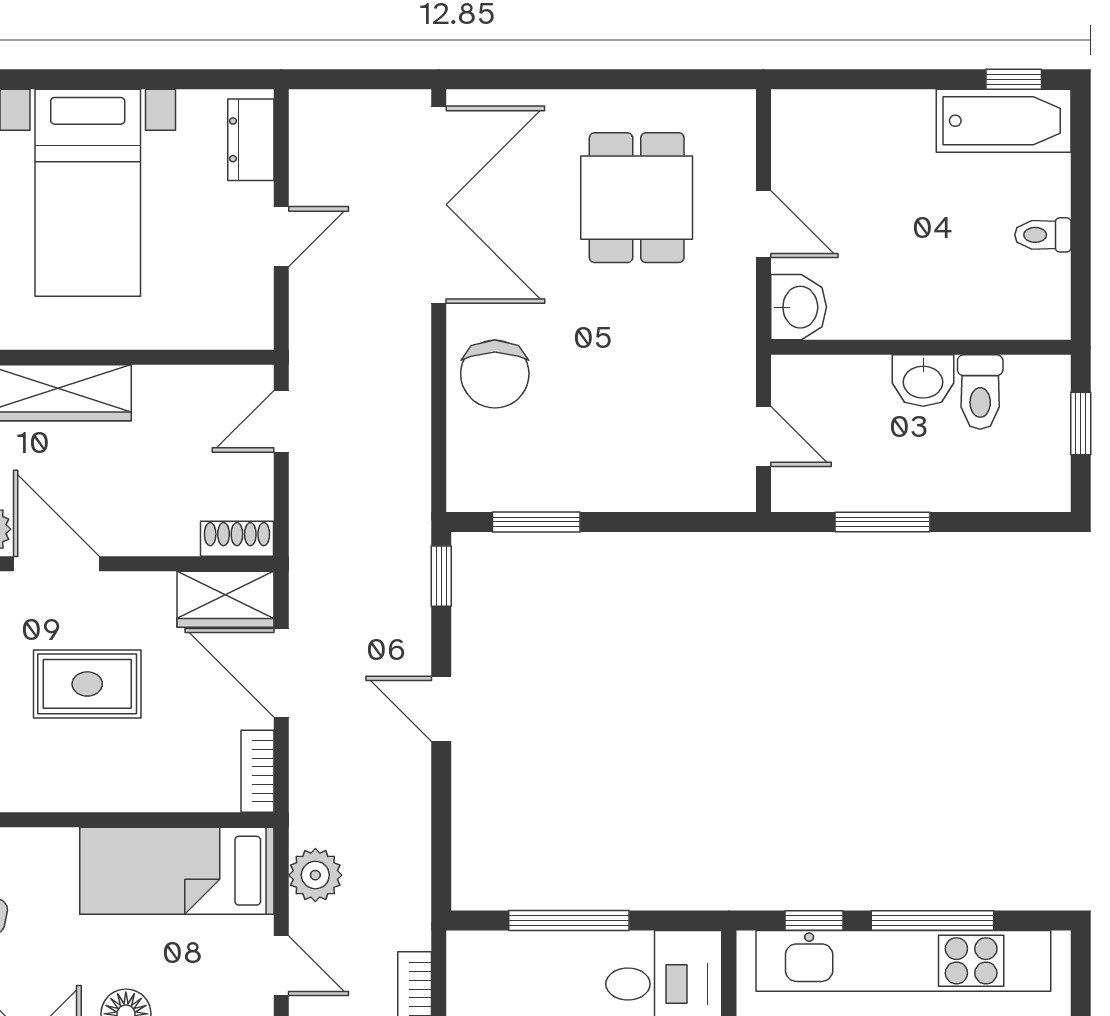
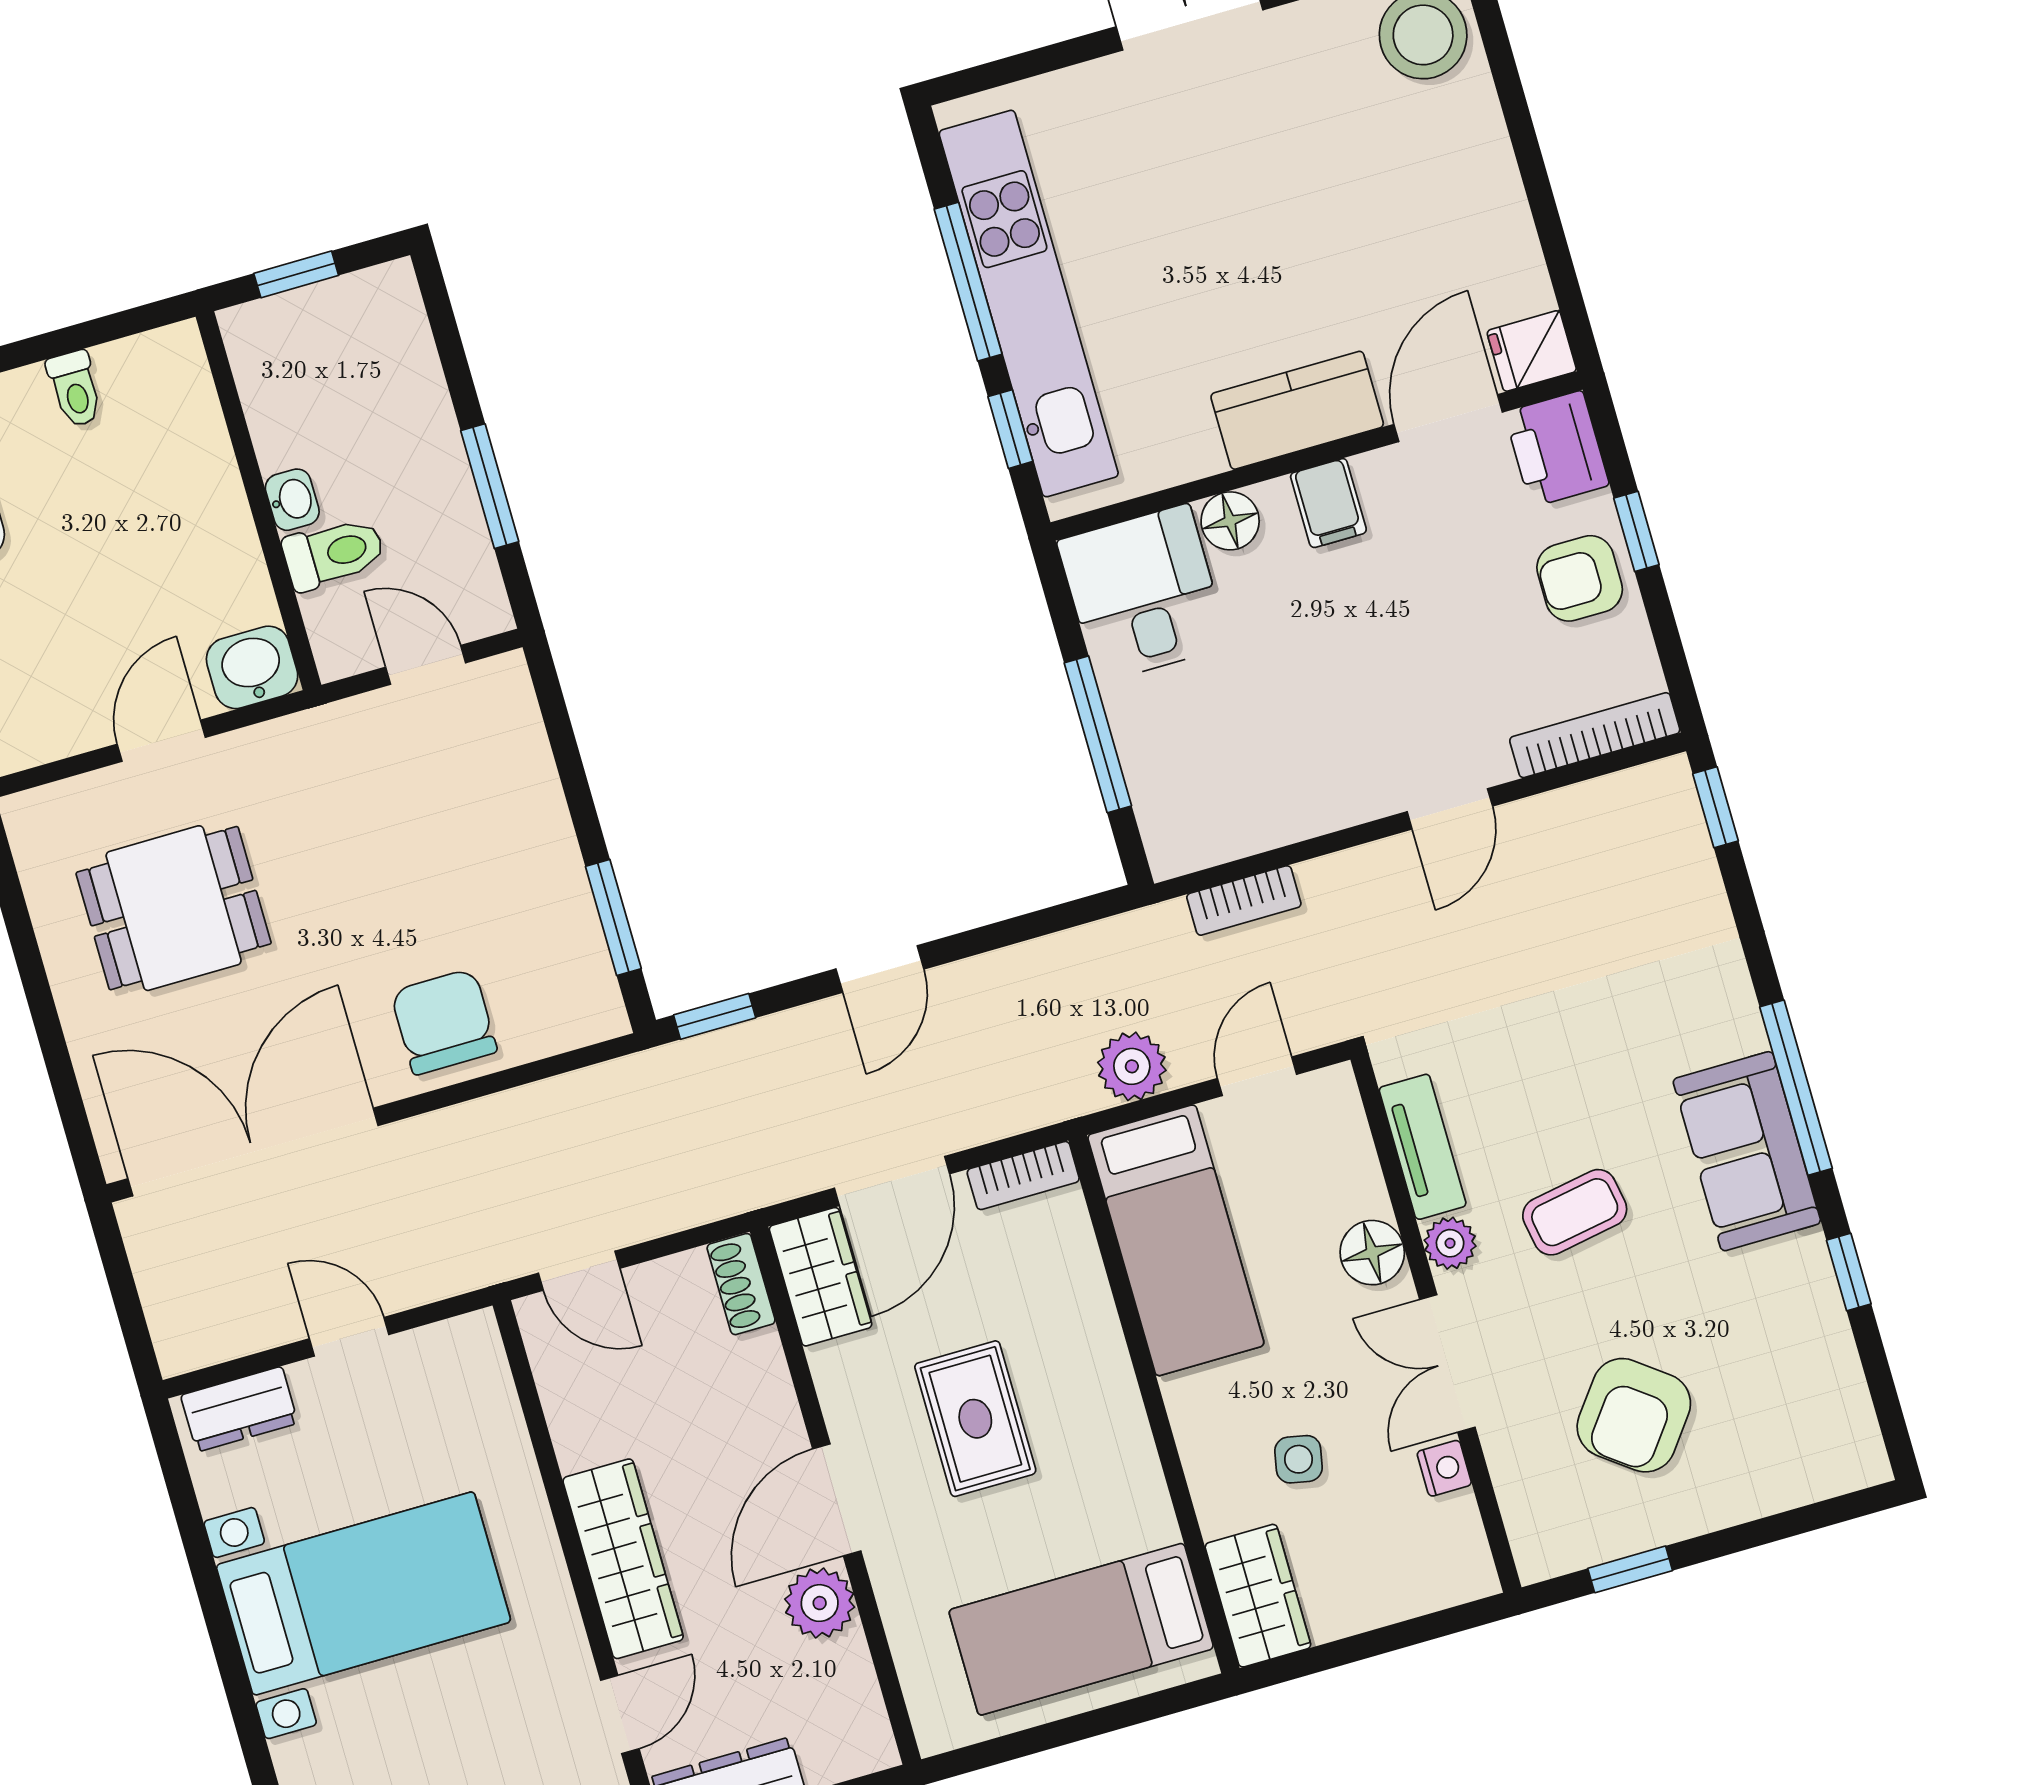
chair: (495, 374) -> (444, 1022), turned -90
washbasin: (923, 381) -> (292, 500), width x0.72, depth x0.69
toilet: (980, 392) -> (334, 553), moved
door: (763, 436) -> (426, 665), hinge flipped

